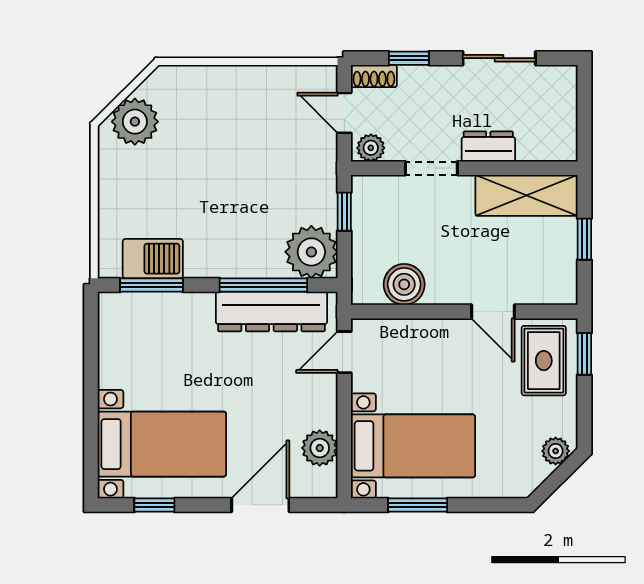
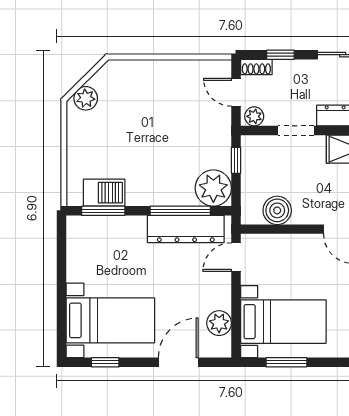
plant: (135, 122) -> (86, 98), width x0.73, depth x0.73

